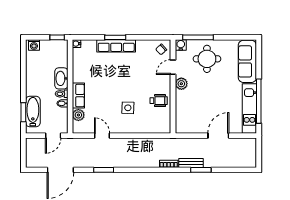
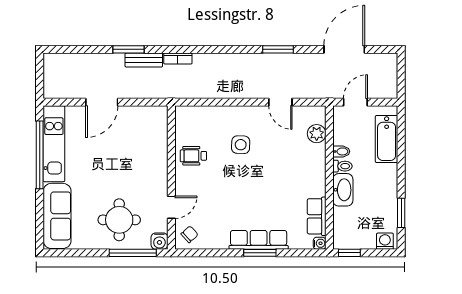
plant: (181, 84) -> (159, 182), removed
row of seats: (78, 96) -> (317, 216), moved
window: (23, 112) -> (401, 213), moved

